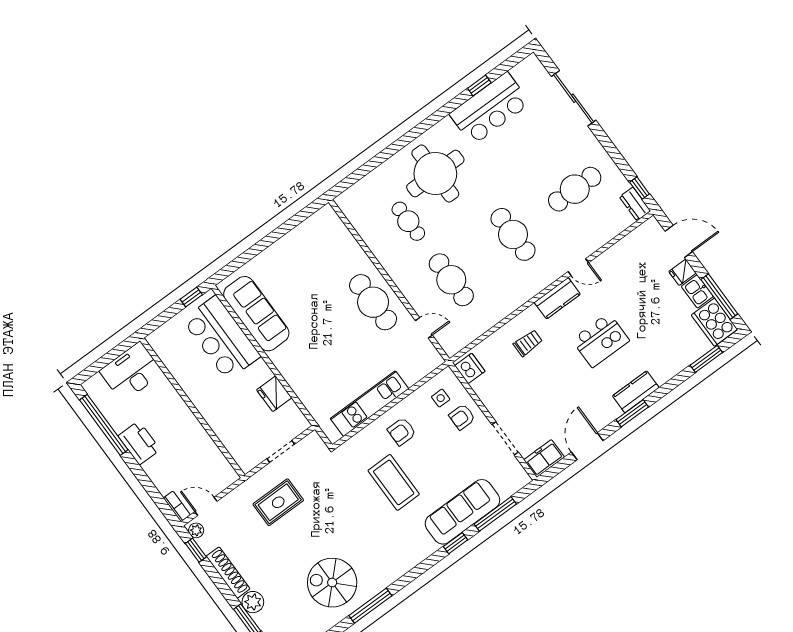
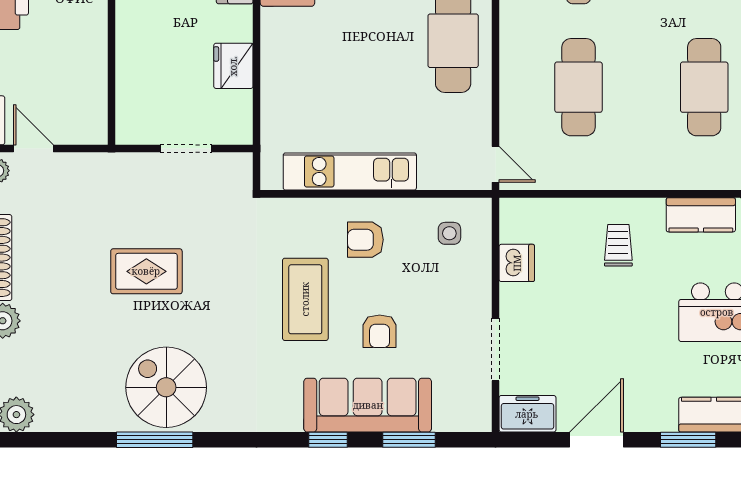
door: (424, 328) -> (496, 164), moved
trolley: (528, 343) -> (618, 245), turned -90
dishwasher: (470, 368) -> (517, 263), moved
armchair: (462, 417) -> (380, 331), moved, turned -90
rug: (278, 502) -> (146, 271), moved
window: (495, 514) -> (409, 440), width x0.69
spiral stairs: (332, 583) -> (166, 387), moved

